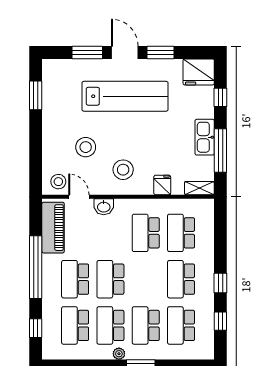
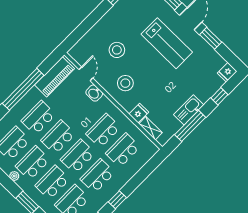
fridge: (199, 72) -> (227, 72), width x0.53, depth x0.75
lab bench: (125, 96) -> (167, 43), width x0.73
stool: (58, 182) -> (83, 54), removed
shelving: (199, 188) -> (151, 128), moved
school desk: (146, 279) -> (78, 157), added
plant: (119, 354) -> (14, 176), moved

